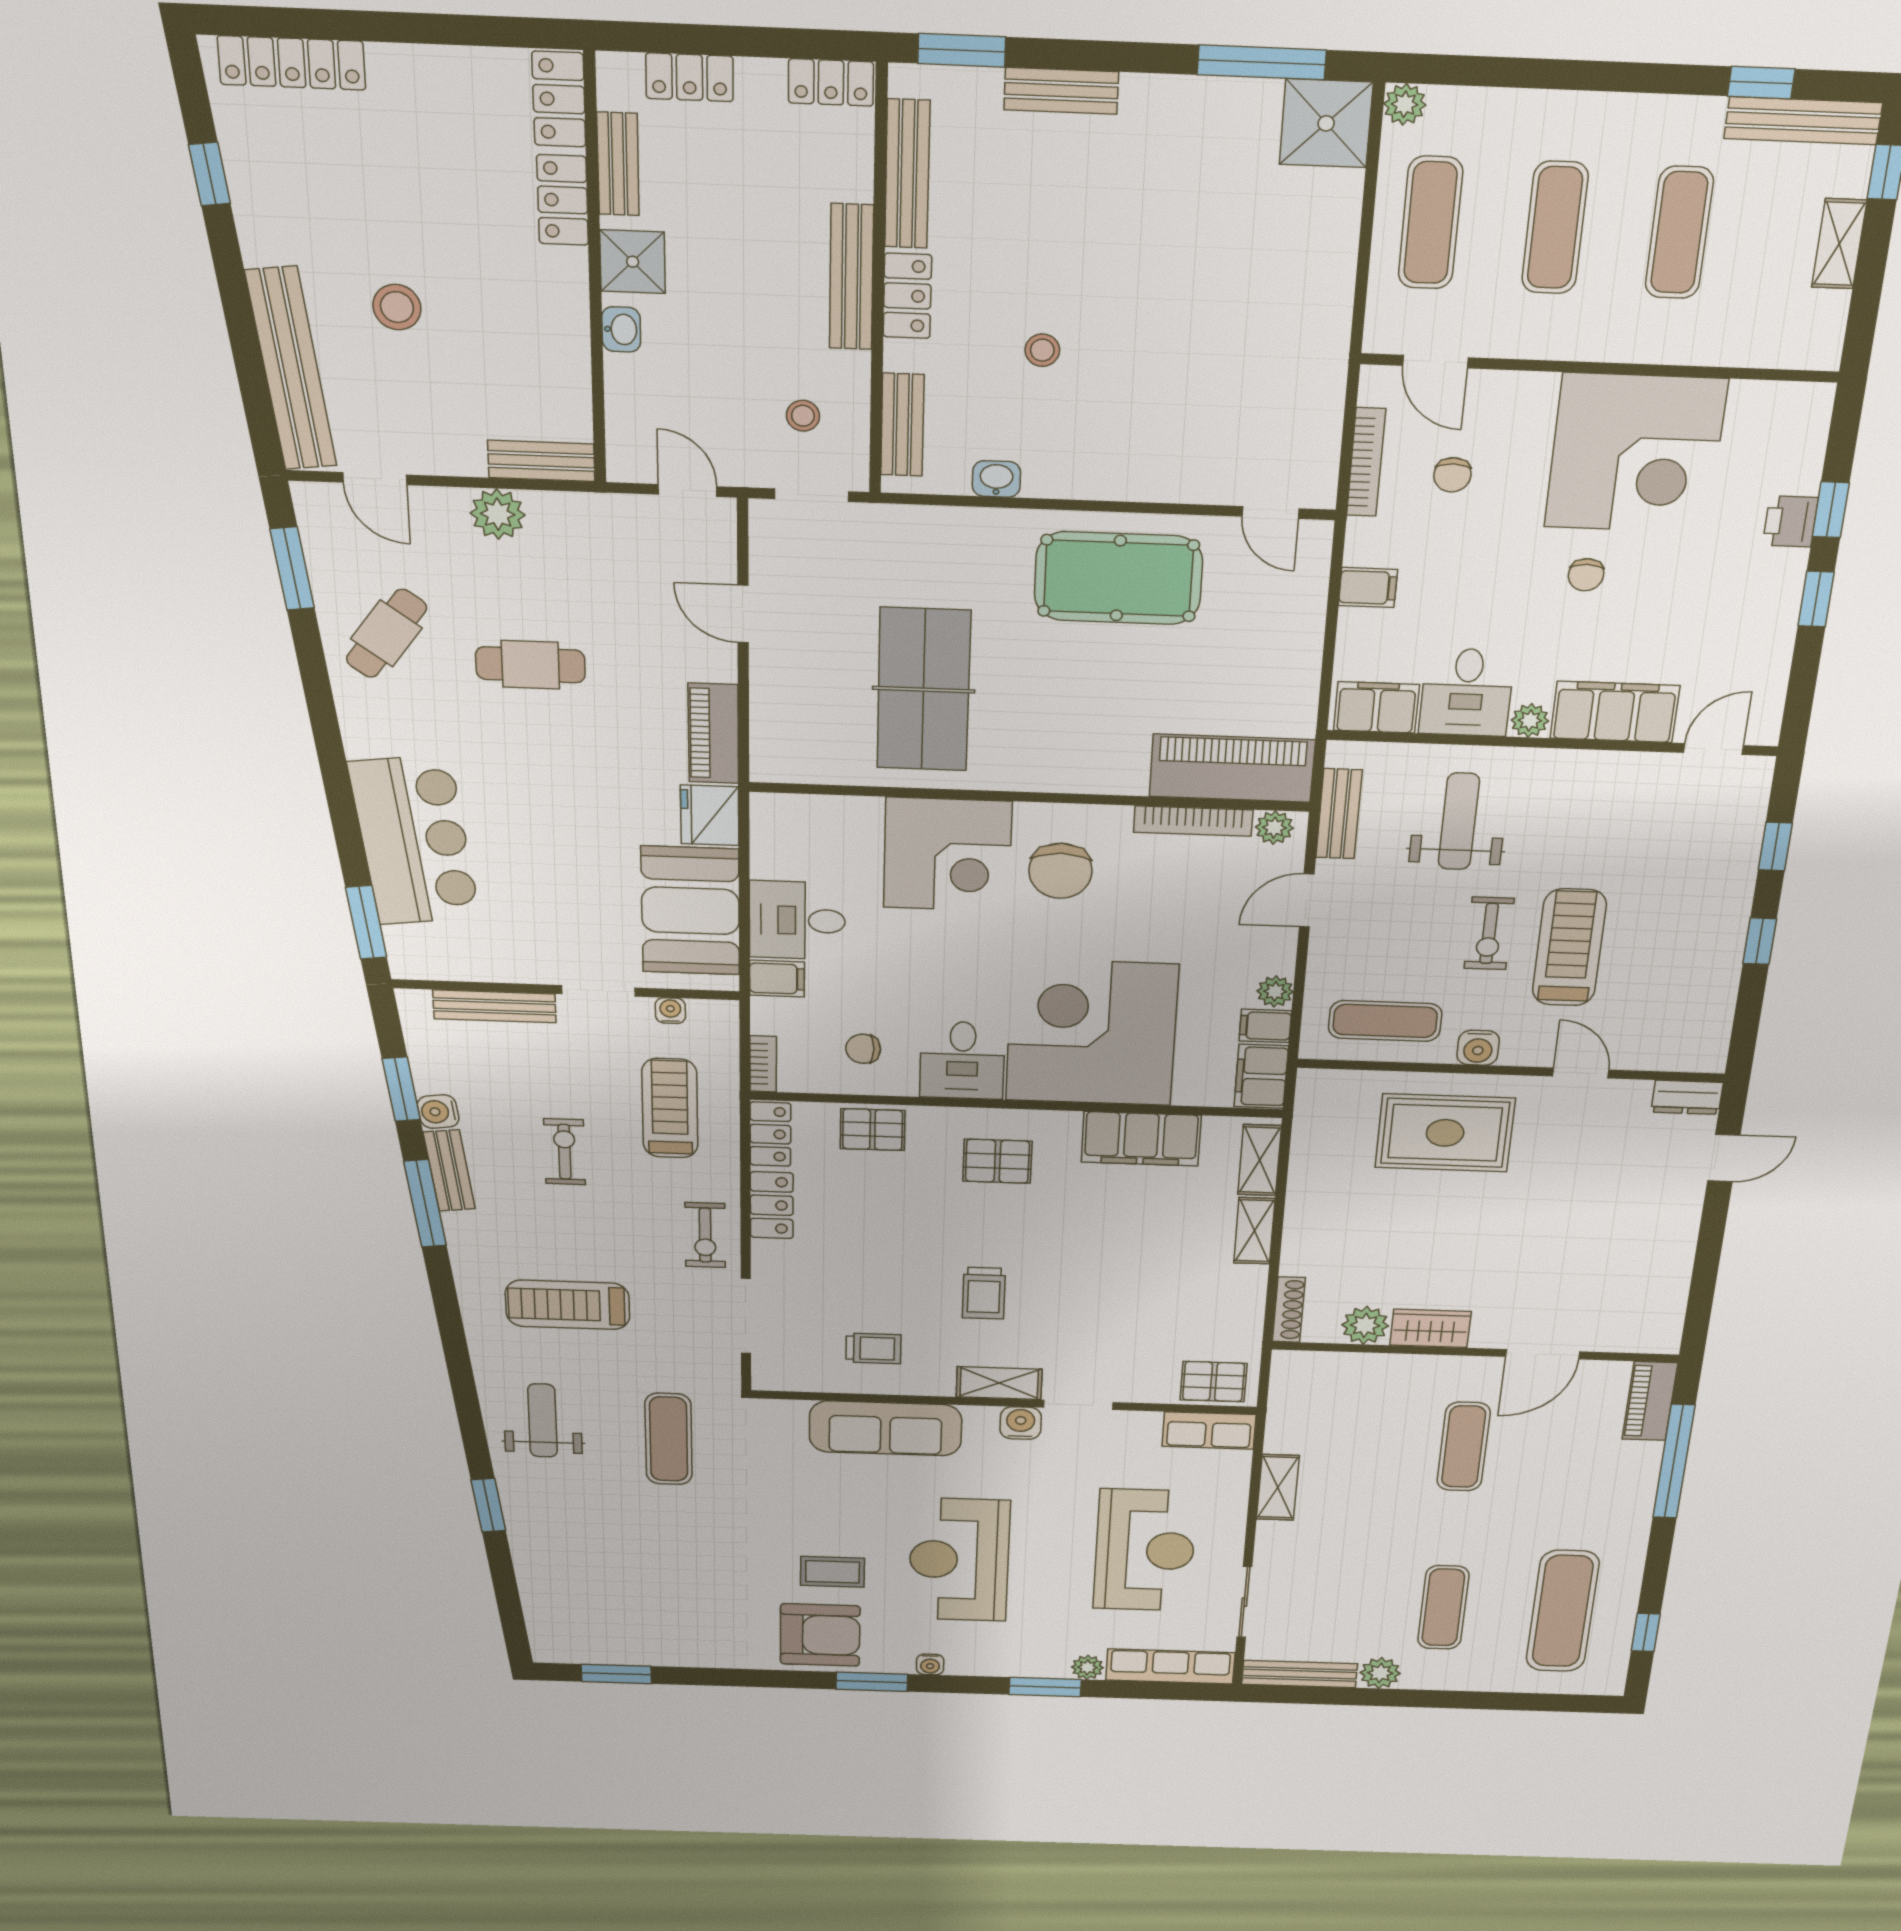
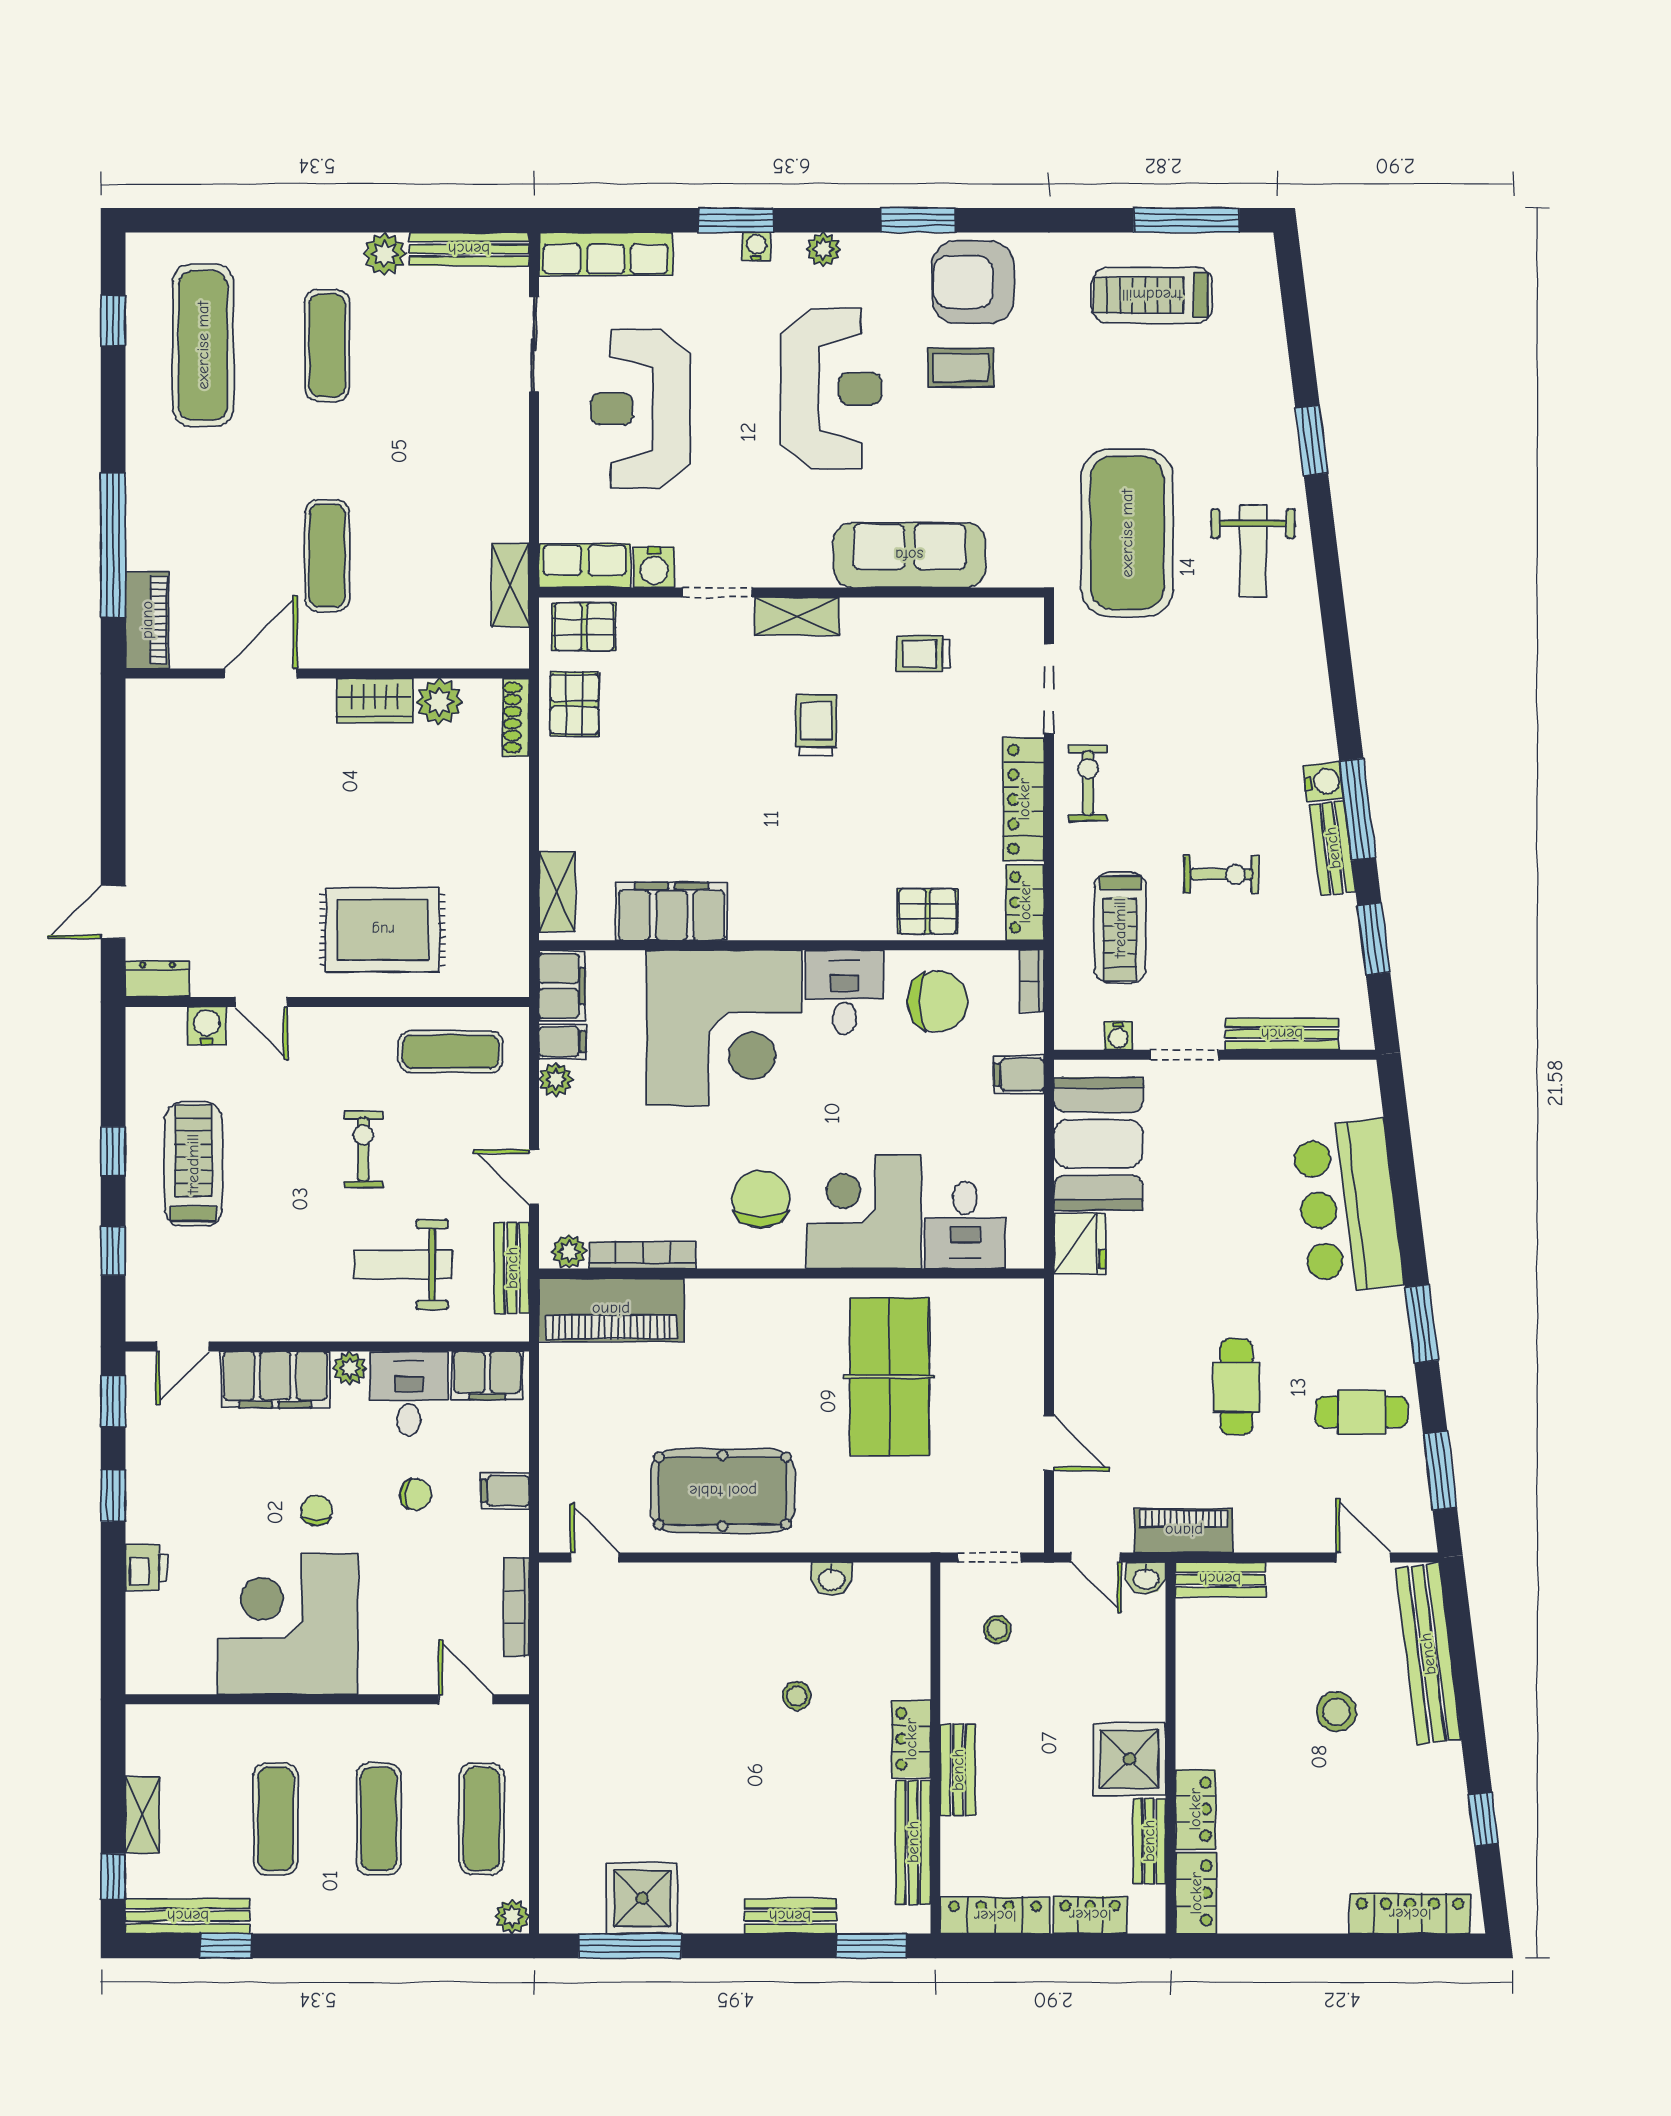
locker: (831, 82) -> (995, 1916), width x1.53
shower: (1326, 123) -> (642, 1898), moved
shower: (633, 262) -> (1129, 1759), width x1.36, depth x1.36
bench: (851, 277) -> (958, 1770), width x0.73
washbasin: (621, 329) -> (1146, 1578), moved, turned -90
bench: (902, 425) -> (913, 1625), removed
chair: (1452, 475) -> (416, 1495), moved, turned 96
window: (1831, 510) -> (113, 1401), moved
plant: (498, 514) -> (1260, 1529), removed
cafe table: (386, 633) -> (1362, 1412), turned 54
cafe table: (530, 665) -> (1236, 1387), turned 90
piano: (713, 733) -> (1184, 1531), moved, turned -90
weight bench: (1459, 821) -> (403, 1265), turned 90
door: (1307, 900) -> (534, 1177), swing flipped
desk: (797, 920) -> (965, 1225), moved, turned 90
window: (366, 922) -> (1422, 1324), moved
treadmill: (1569, 947) -> (193, 1164), moved, turned 180
water cooler: (1478, 1048) -> (207, 1026), moved
chair: (863, 1049) -> (938, 1001), width x1.87, depth x1.87
water cooler: (438, 1112) -> (1323, 782), moved
exercise bike: (565, 1152) -> (1221, 874), turned -90
pallet: (997, 1161) -> (574, 704), moved, turned 90
locker: (772, 1205) -> (1024, 799), width x1.53
shelving: (1254, 1231) -> (556, 810), removed
treadmill: (568, 1305) -> (1152, 295), moved, turned 180
water cooler: (1021, 1423) -> (654, 567), moved
exercise mat: (669, 1439) -> (1127, 533), width x2.00, depth x1.45
shelving: (1278, 1487) -> (510, 585), moved
water cooler: (930, 1664) -> (756, 246), moved
plant: (1087, 1667) -> (823, 249), moved
window: (616, 1674) -> (1186, 220), width x1.44

